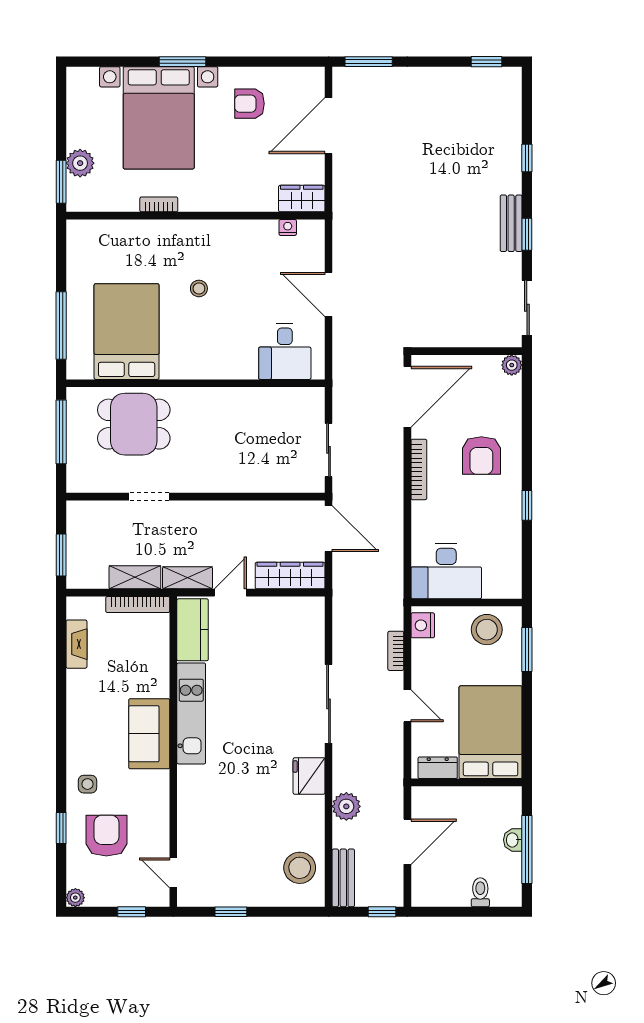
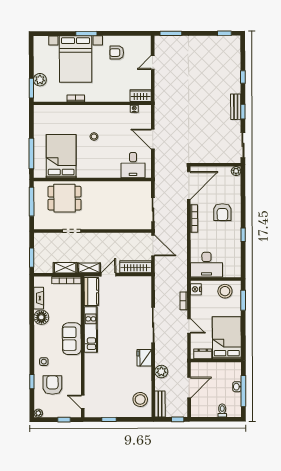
door: (329, 126) -> (153, 62), width x0.53
floor lamp: (82, 686) -> (41, 317), added

